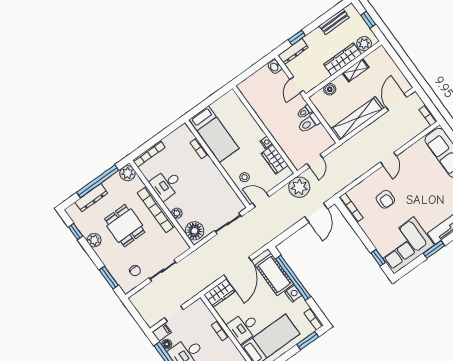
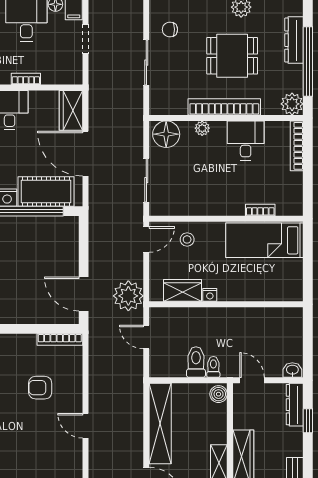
boiler: (330, 89) -> (219, 394), moved

